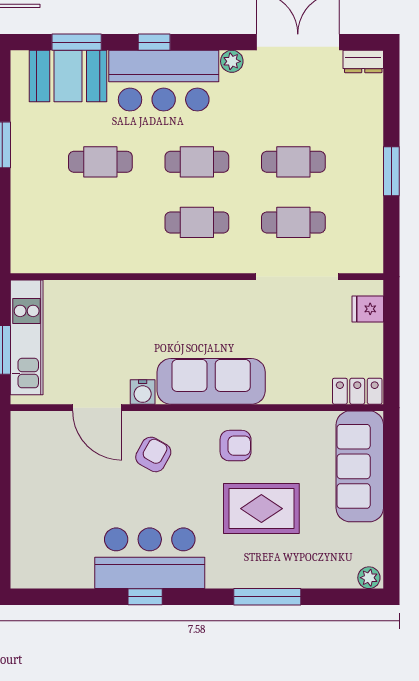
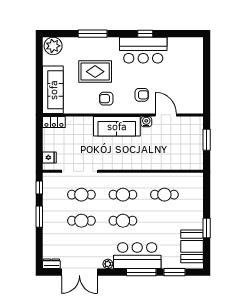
window: (154, 42) -> (141, 272), width x2.17
booth: (68, 76) -> (192, 246), moved, turned 90
cafe table: (100, 162) -> (164, 195), moved
window: (391, 239) -> (39, 188), added
kitchen unit: (27, 337) -> (196, 145), removed
armchair: (153, 454) -> (142, 95), turned -119
plant: (369, 578) -> (53, 46), width x1.88, depth x1.88

